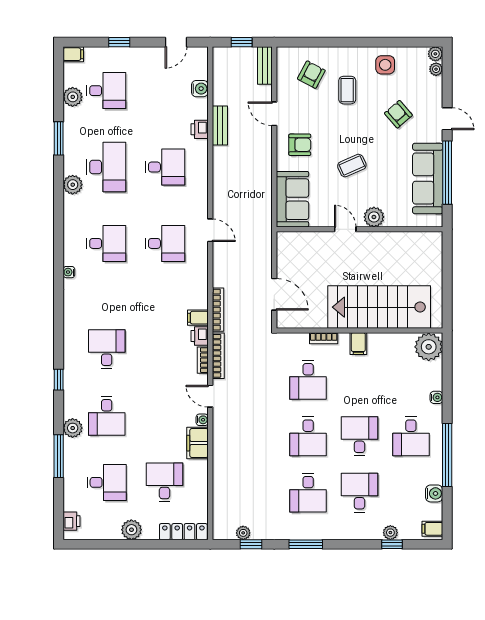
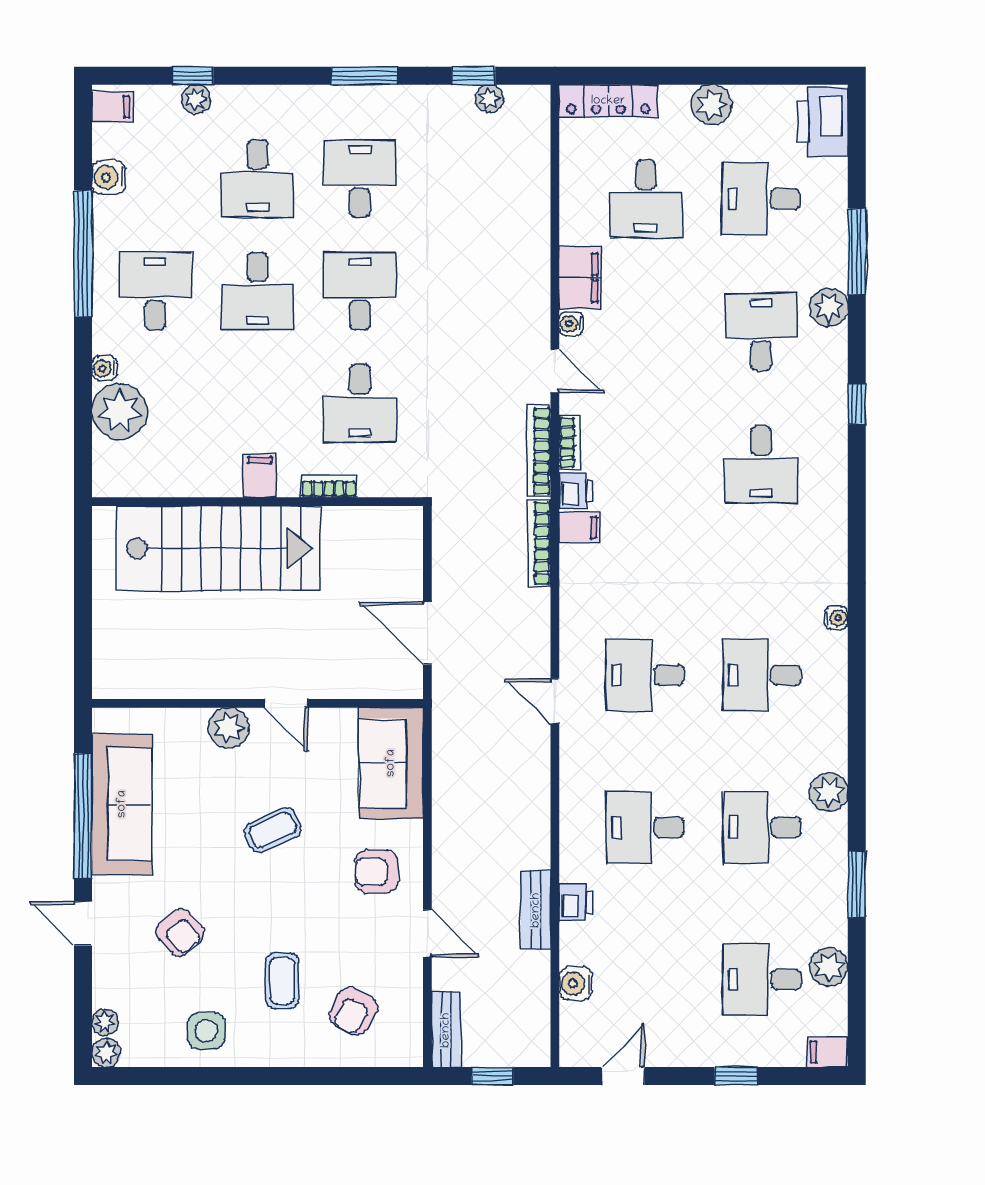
desk: (106, 167) -> (762, 827), width x0.73
door: (274, 294) -> (427, 633), moved
plant: (429, 347) -> (120, 411), moved
desk: (308, 380) -> (360, 403), turned 180
printer: (72, 521) -> (823, 122), width x1.87, depth x1.48

